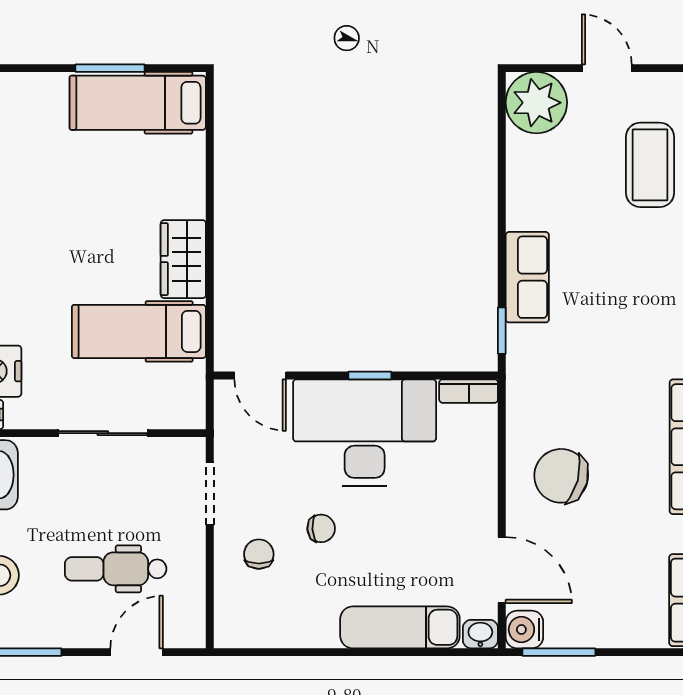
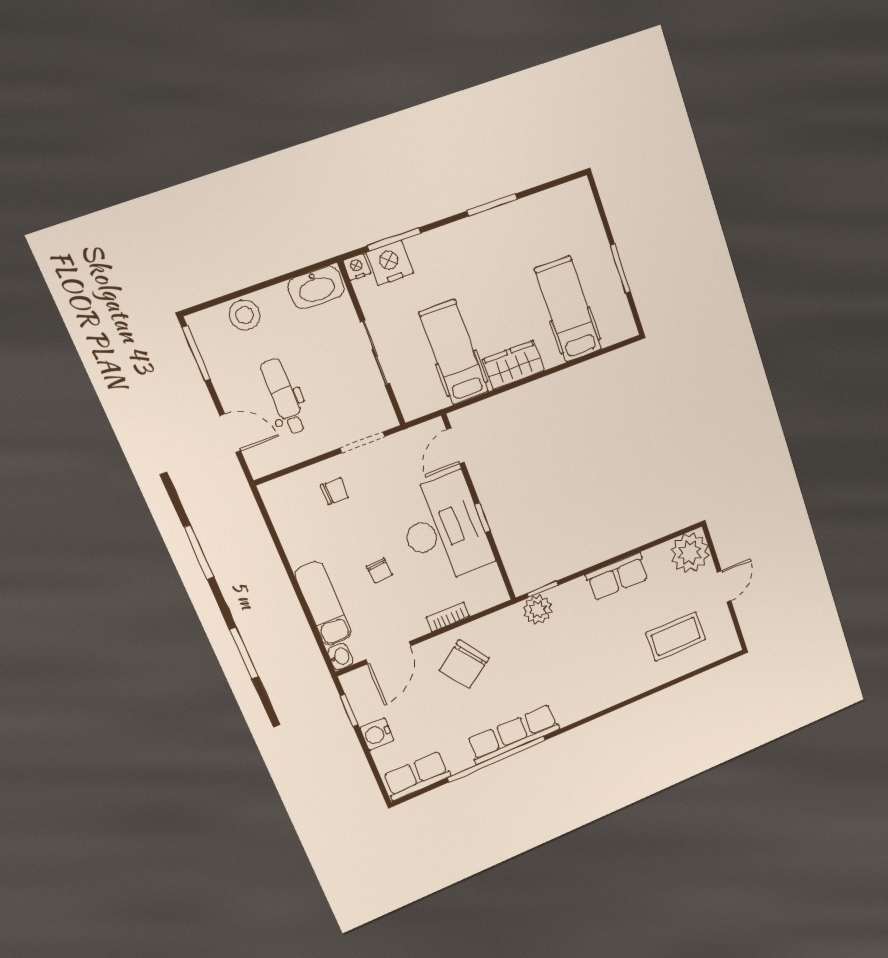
hospital bed: (138, 103) -> (568, 309), moved
row of seats: (527, 277) -> (617, 577), moved
plant: (528, 347) -> (538, 610), added
bookcase: (469, 391) -> (448, 617), moved, turned 90
chair: (561, 476) -> (464, 664), turned -141
chair: (321, 528) -> (379, 571), moved
water cooler: (524, 630) -> (377, 734), moved, turned -90
window: (559, 652) -> (349, 710), width x0.67

